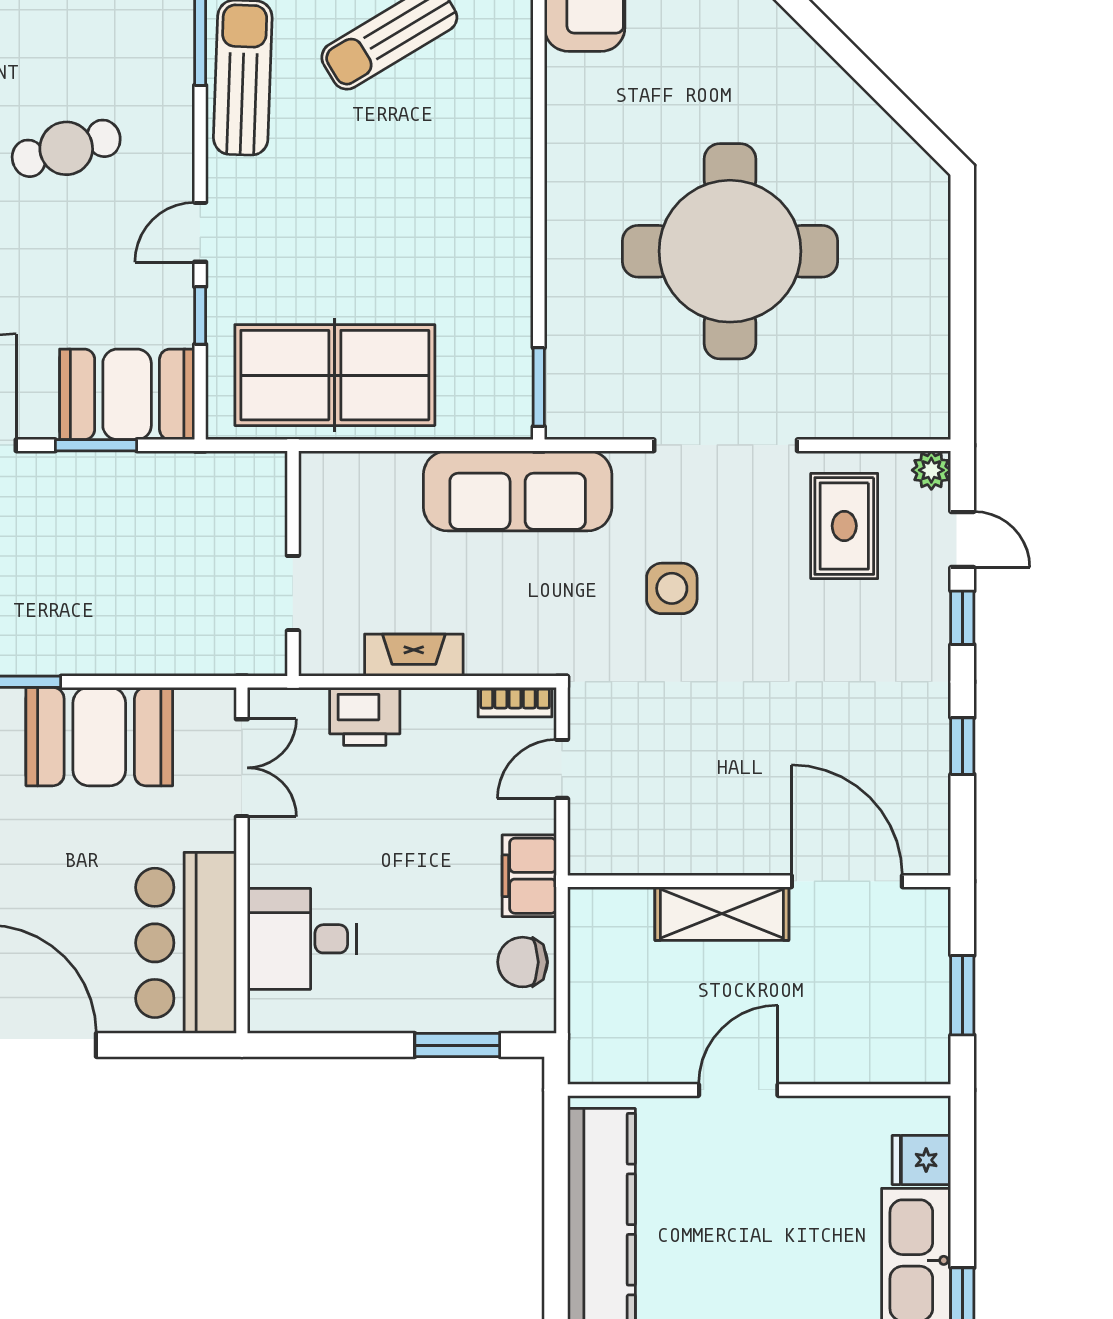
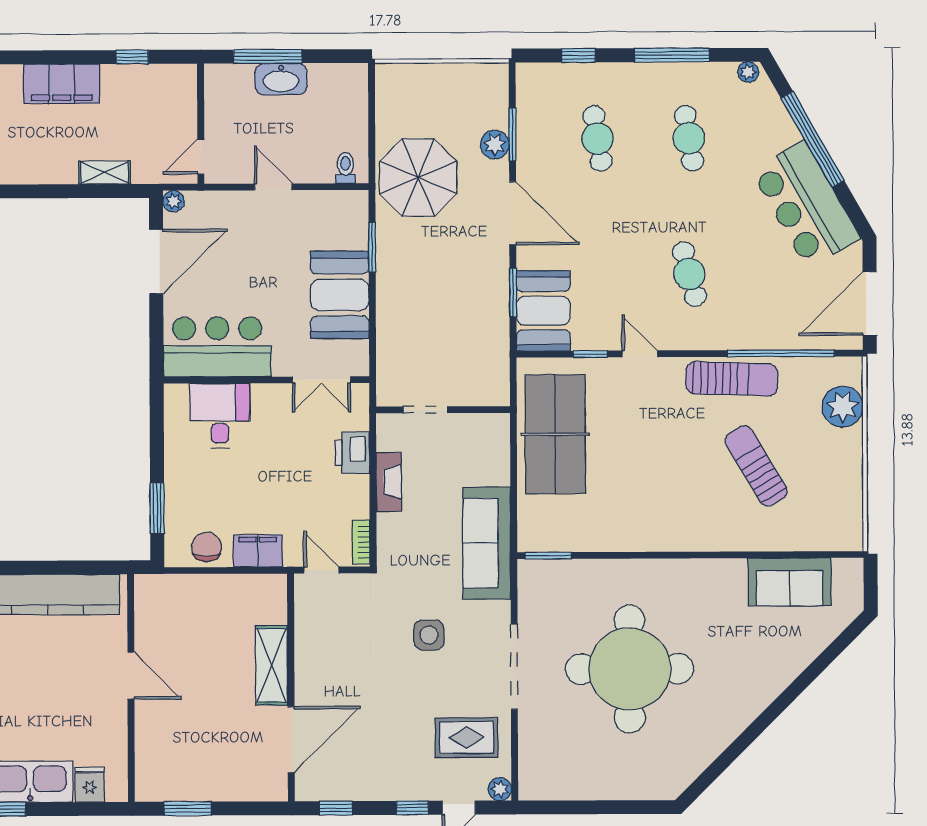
wall: (759, 881) -> (291, 687), moved
door: (847, 881) -> (291, 740), moved
shelving: (722, 914) -> (272, 665), moved

